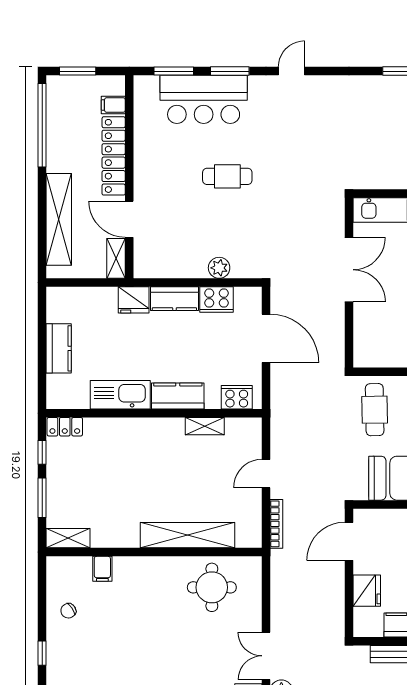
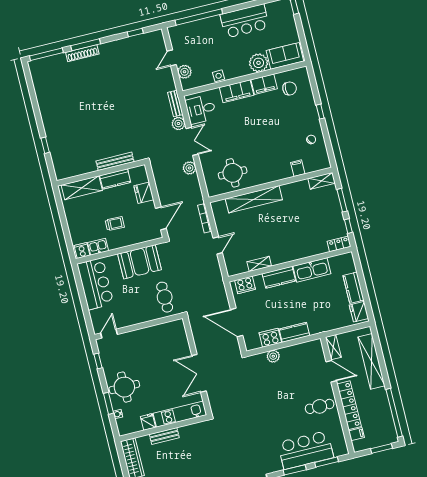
cafe table: (227, 176) -> (320, 406), moved
fridge: (134, 300) -> (359, 312), moved, turned -90
plant: (281, 613) -> (189, 168), added

